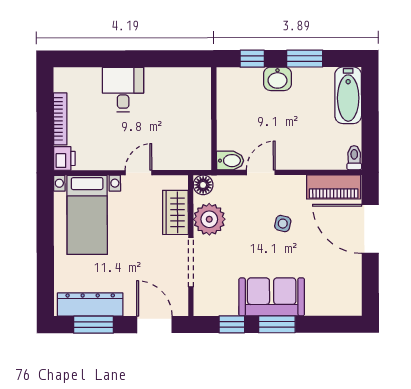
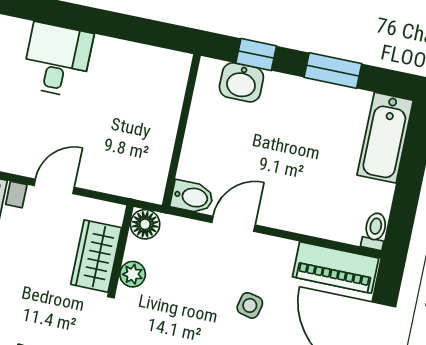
washbasin: (277, 79) -> (241, 82), moved
plant: (209, 219) -> (133, 274), width x0.53, depth x0.53

